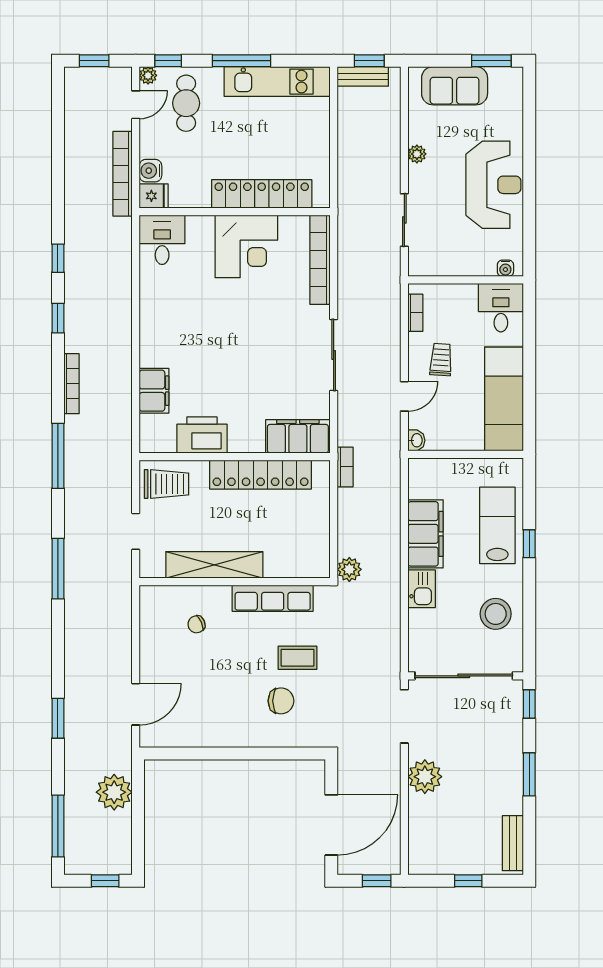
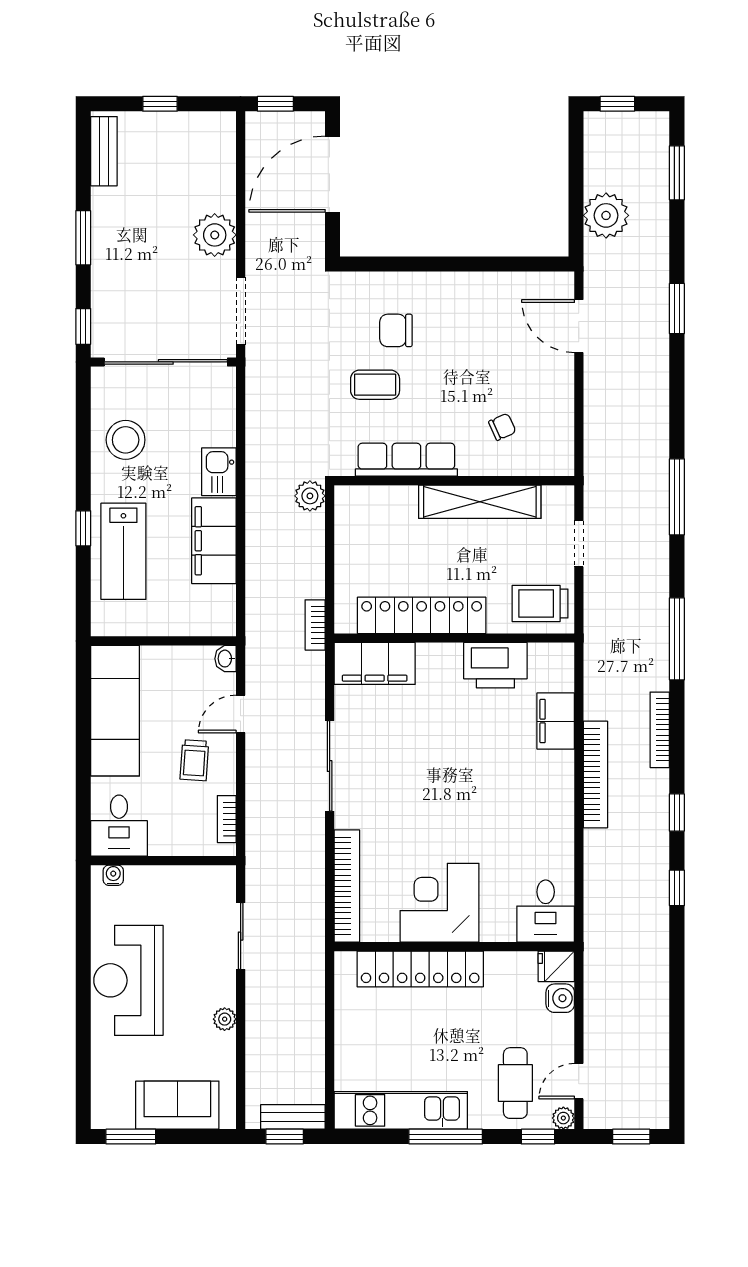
bookcase: (123, 174) -> (595, 774), moved
door: (136, 704) -> (579, 326), hinge flipped
window: (58, 826) -> (677, 173), width x0.69

